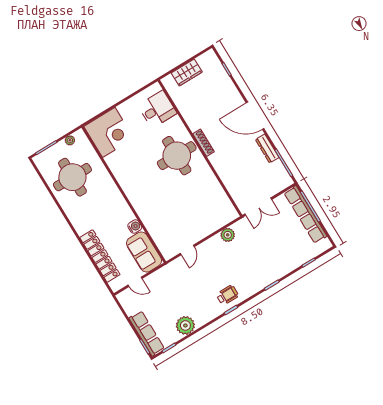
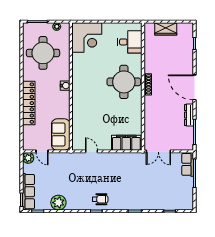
row of seats: (305, 215) -> (188, 164), width x0.50
filing cabinet: (219, 218) -> (126, 143), added
water cooler: (135, 227) -> (65, 86), moved
plant: (228, 235) -> (28, 158), moved
door: (187, 250) -> (91, 151), swing flipped
locker: (100, 256) -> (29, 103), moved

